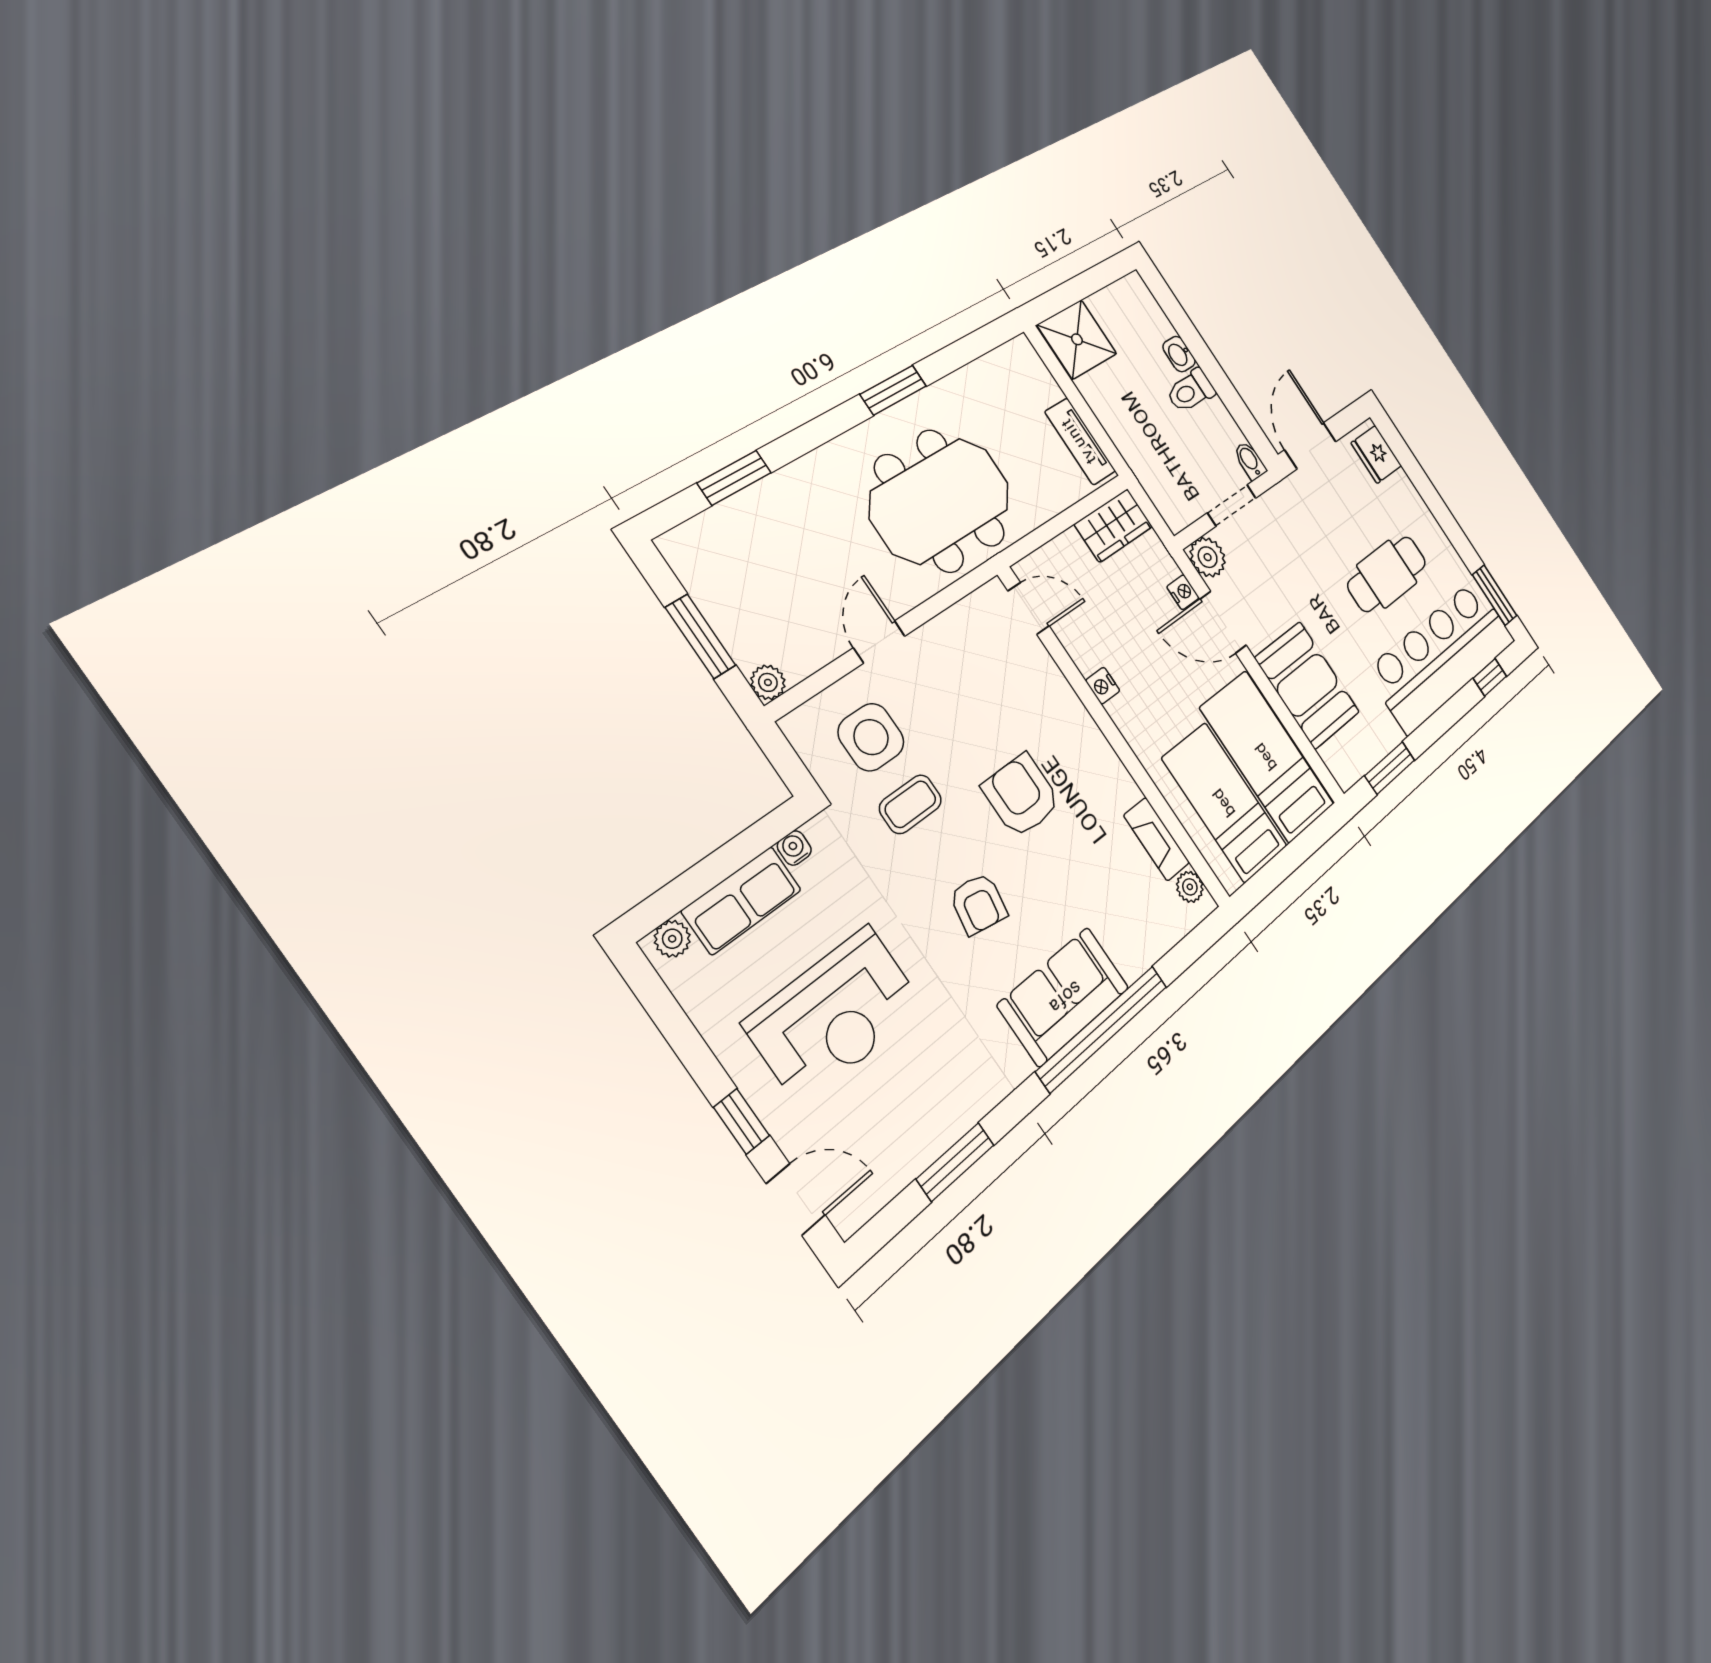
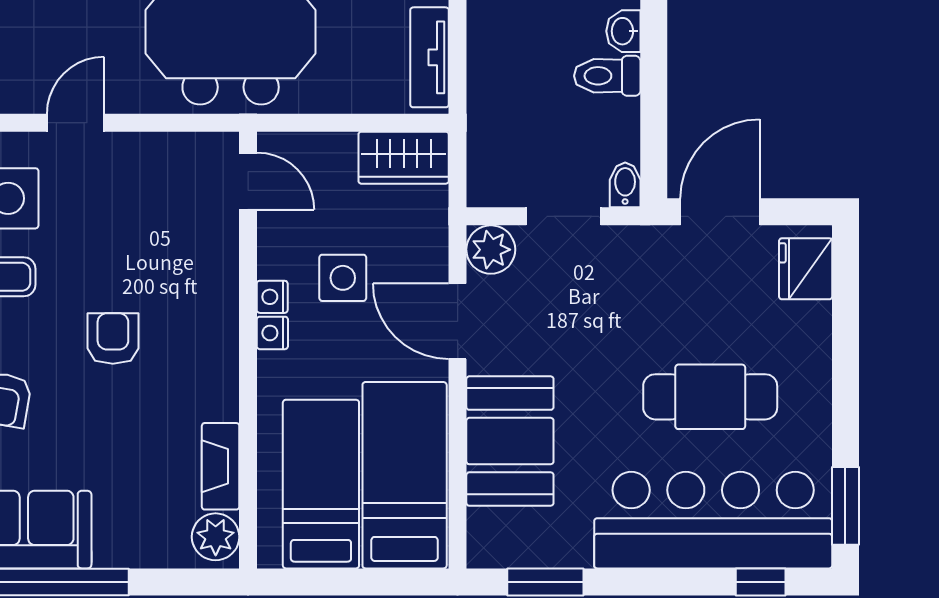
nightstand: (1183, 592) -> (272, 333), moved, turned 180
side table: (1136, 640) -> (343, 278), added
armchair: (1021, 796) -> (113, 338), width x0.72, depth x0.72
plant: (1190, 887) -> (216, 537), width x1.38, depth x1.38

